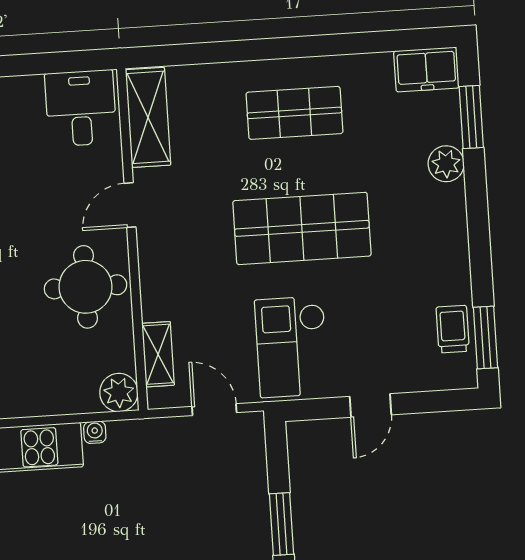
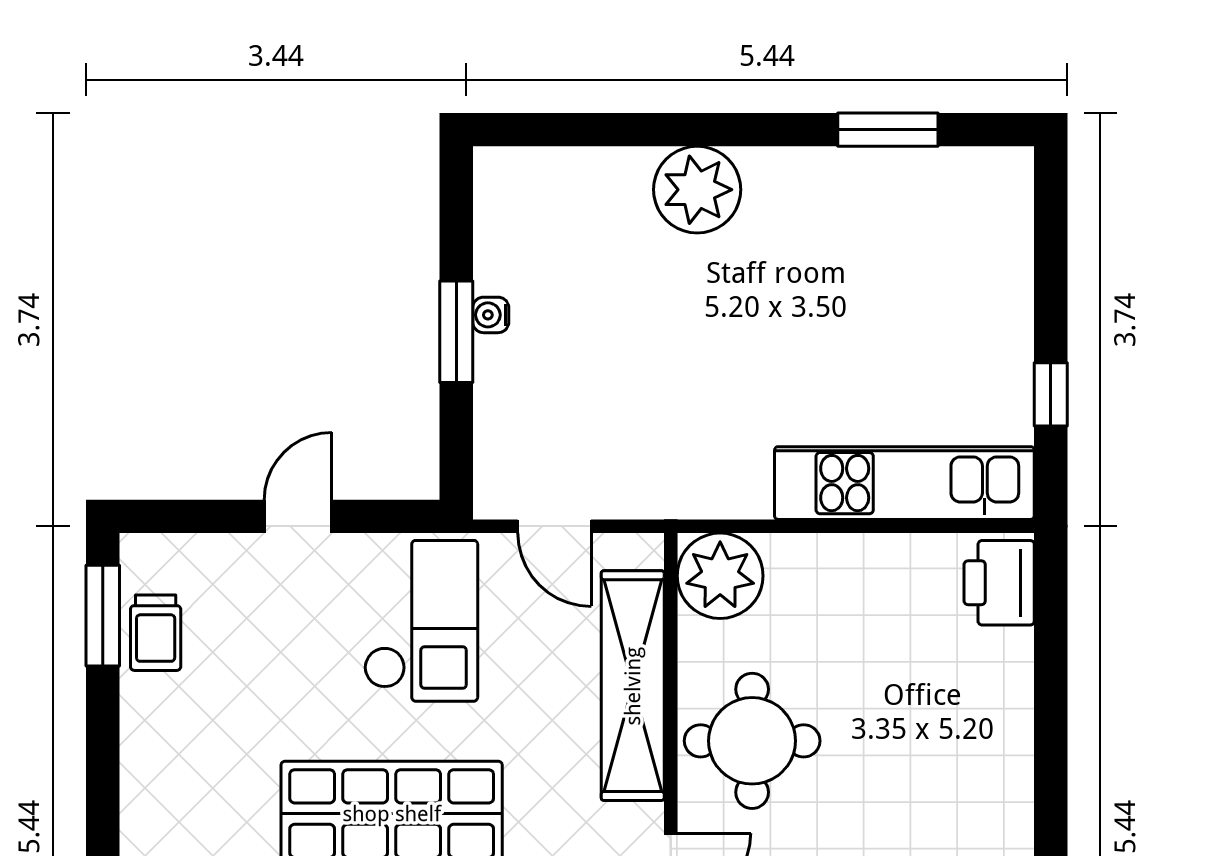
shelving: (158, 354) -> (633, 686), width x2.20, depth x1.33
plant: (119, 393) -> (720, 576), width x1.36, depth x1.36
water cooler: (95, 432) -> (491, 315), moved, turned 90

